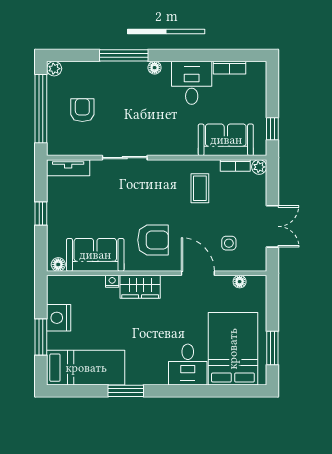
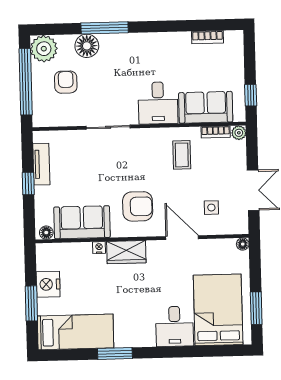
floor lamp: (155, 68) -> (87, 46), moved, width x1.89, depth x1.89
plant: (54, 69) -> (44, 49), width x1.87, depth x1.87
desk: (192, 83) -> (158, 103), moved, turned 180
tv unit: (68, 168) -> (41, 164), moved, turned -90
floor lamp: (240, 282) -> (243, 244), moved

